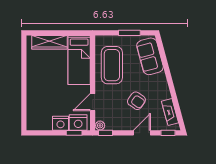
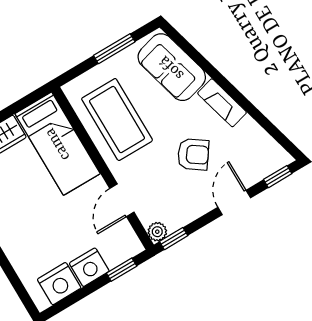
fireplace: (170, 112) -> (222, 103), moved
nightstand: (78, 123) -> (59, 284), moved

